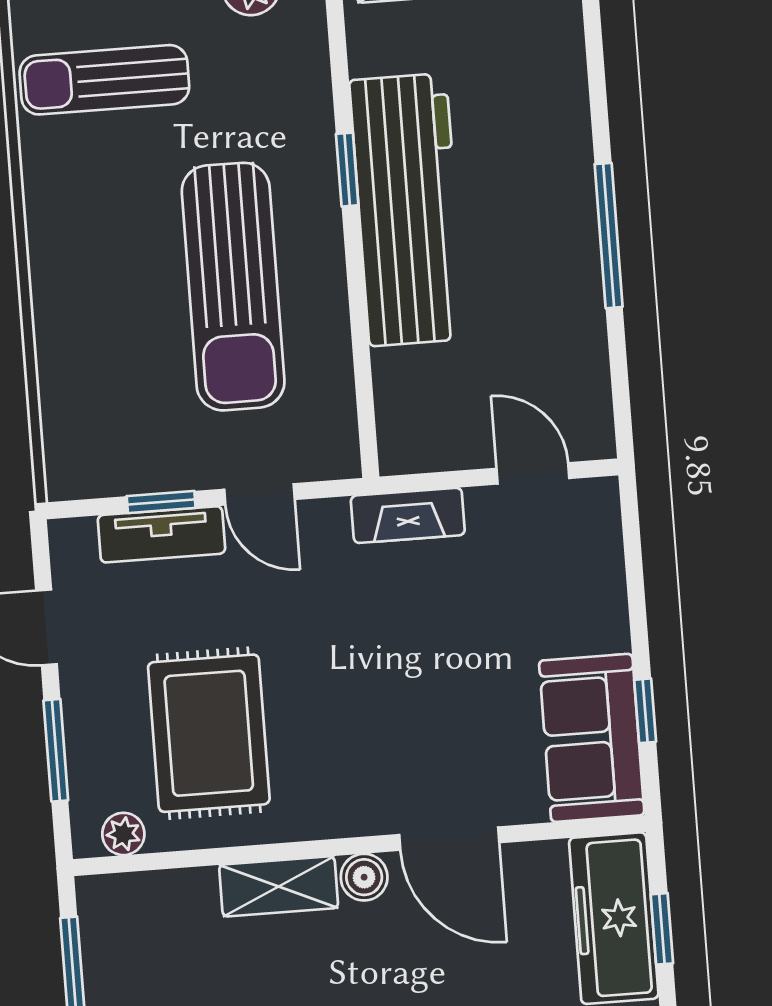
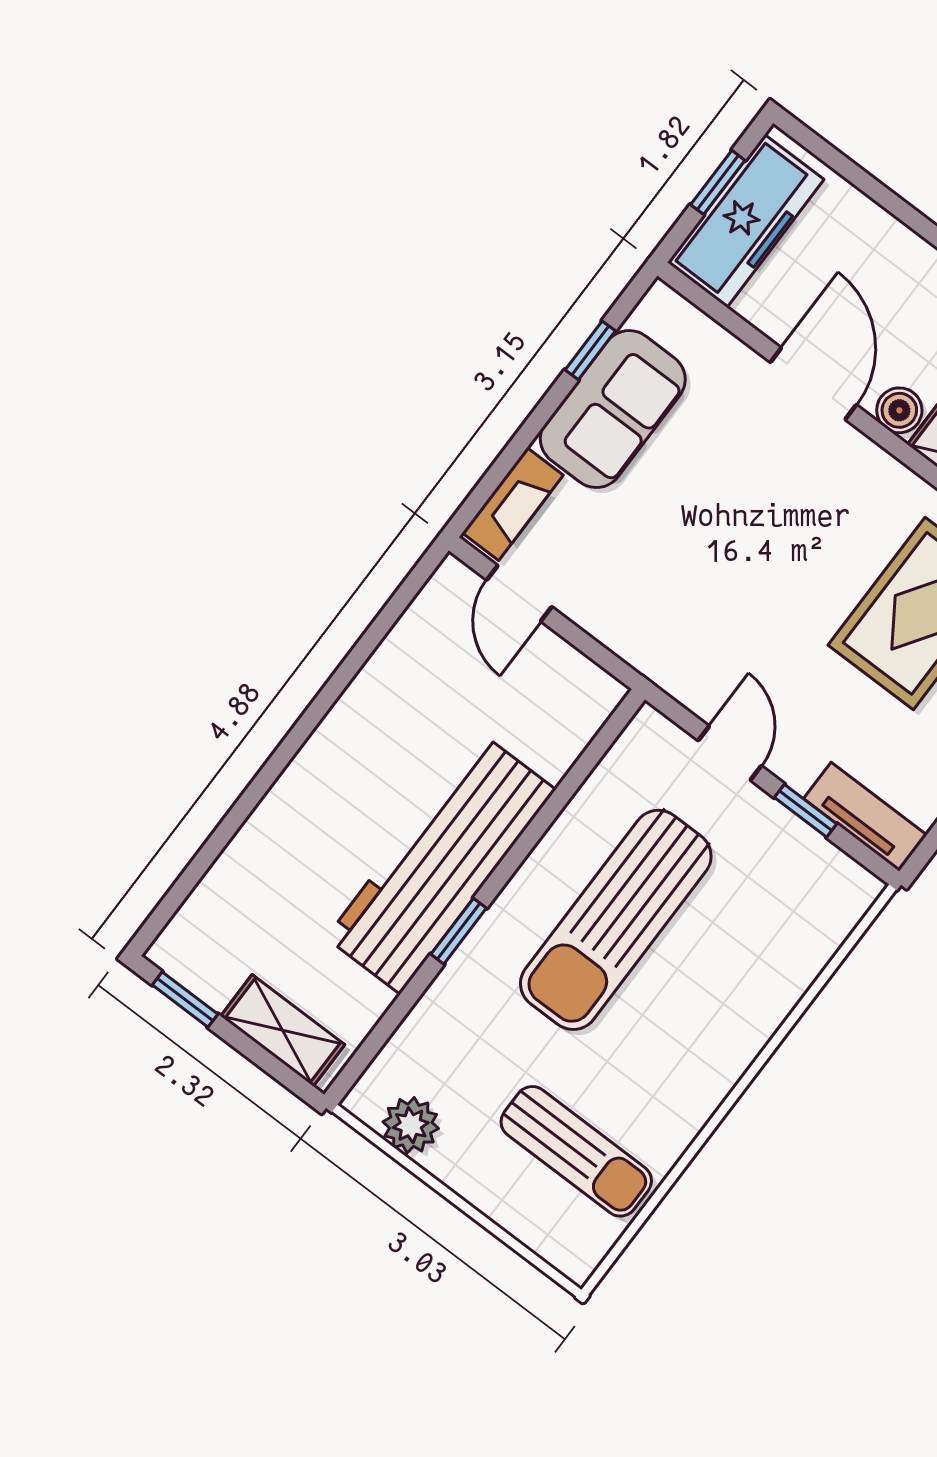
window: (609, 236) -> (312, 716), removed
sun lounger: (233, 287) -> (616, 920), turned 180
fireplace: (408, 515) -> (513, 504), moved, turned 90
tv unit: (161, 534) -> (865, 817), moved
sofa: (592, 738) -> (613, 409), moved

